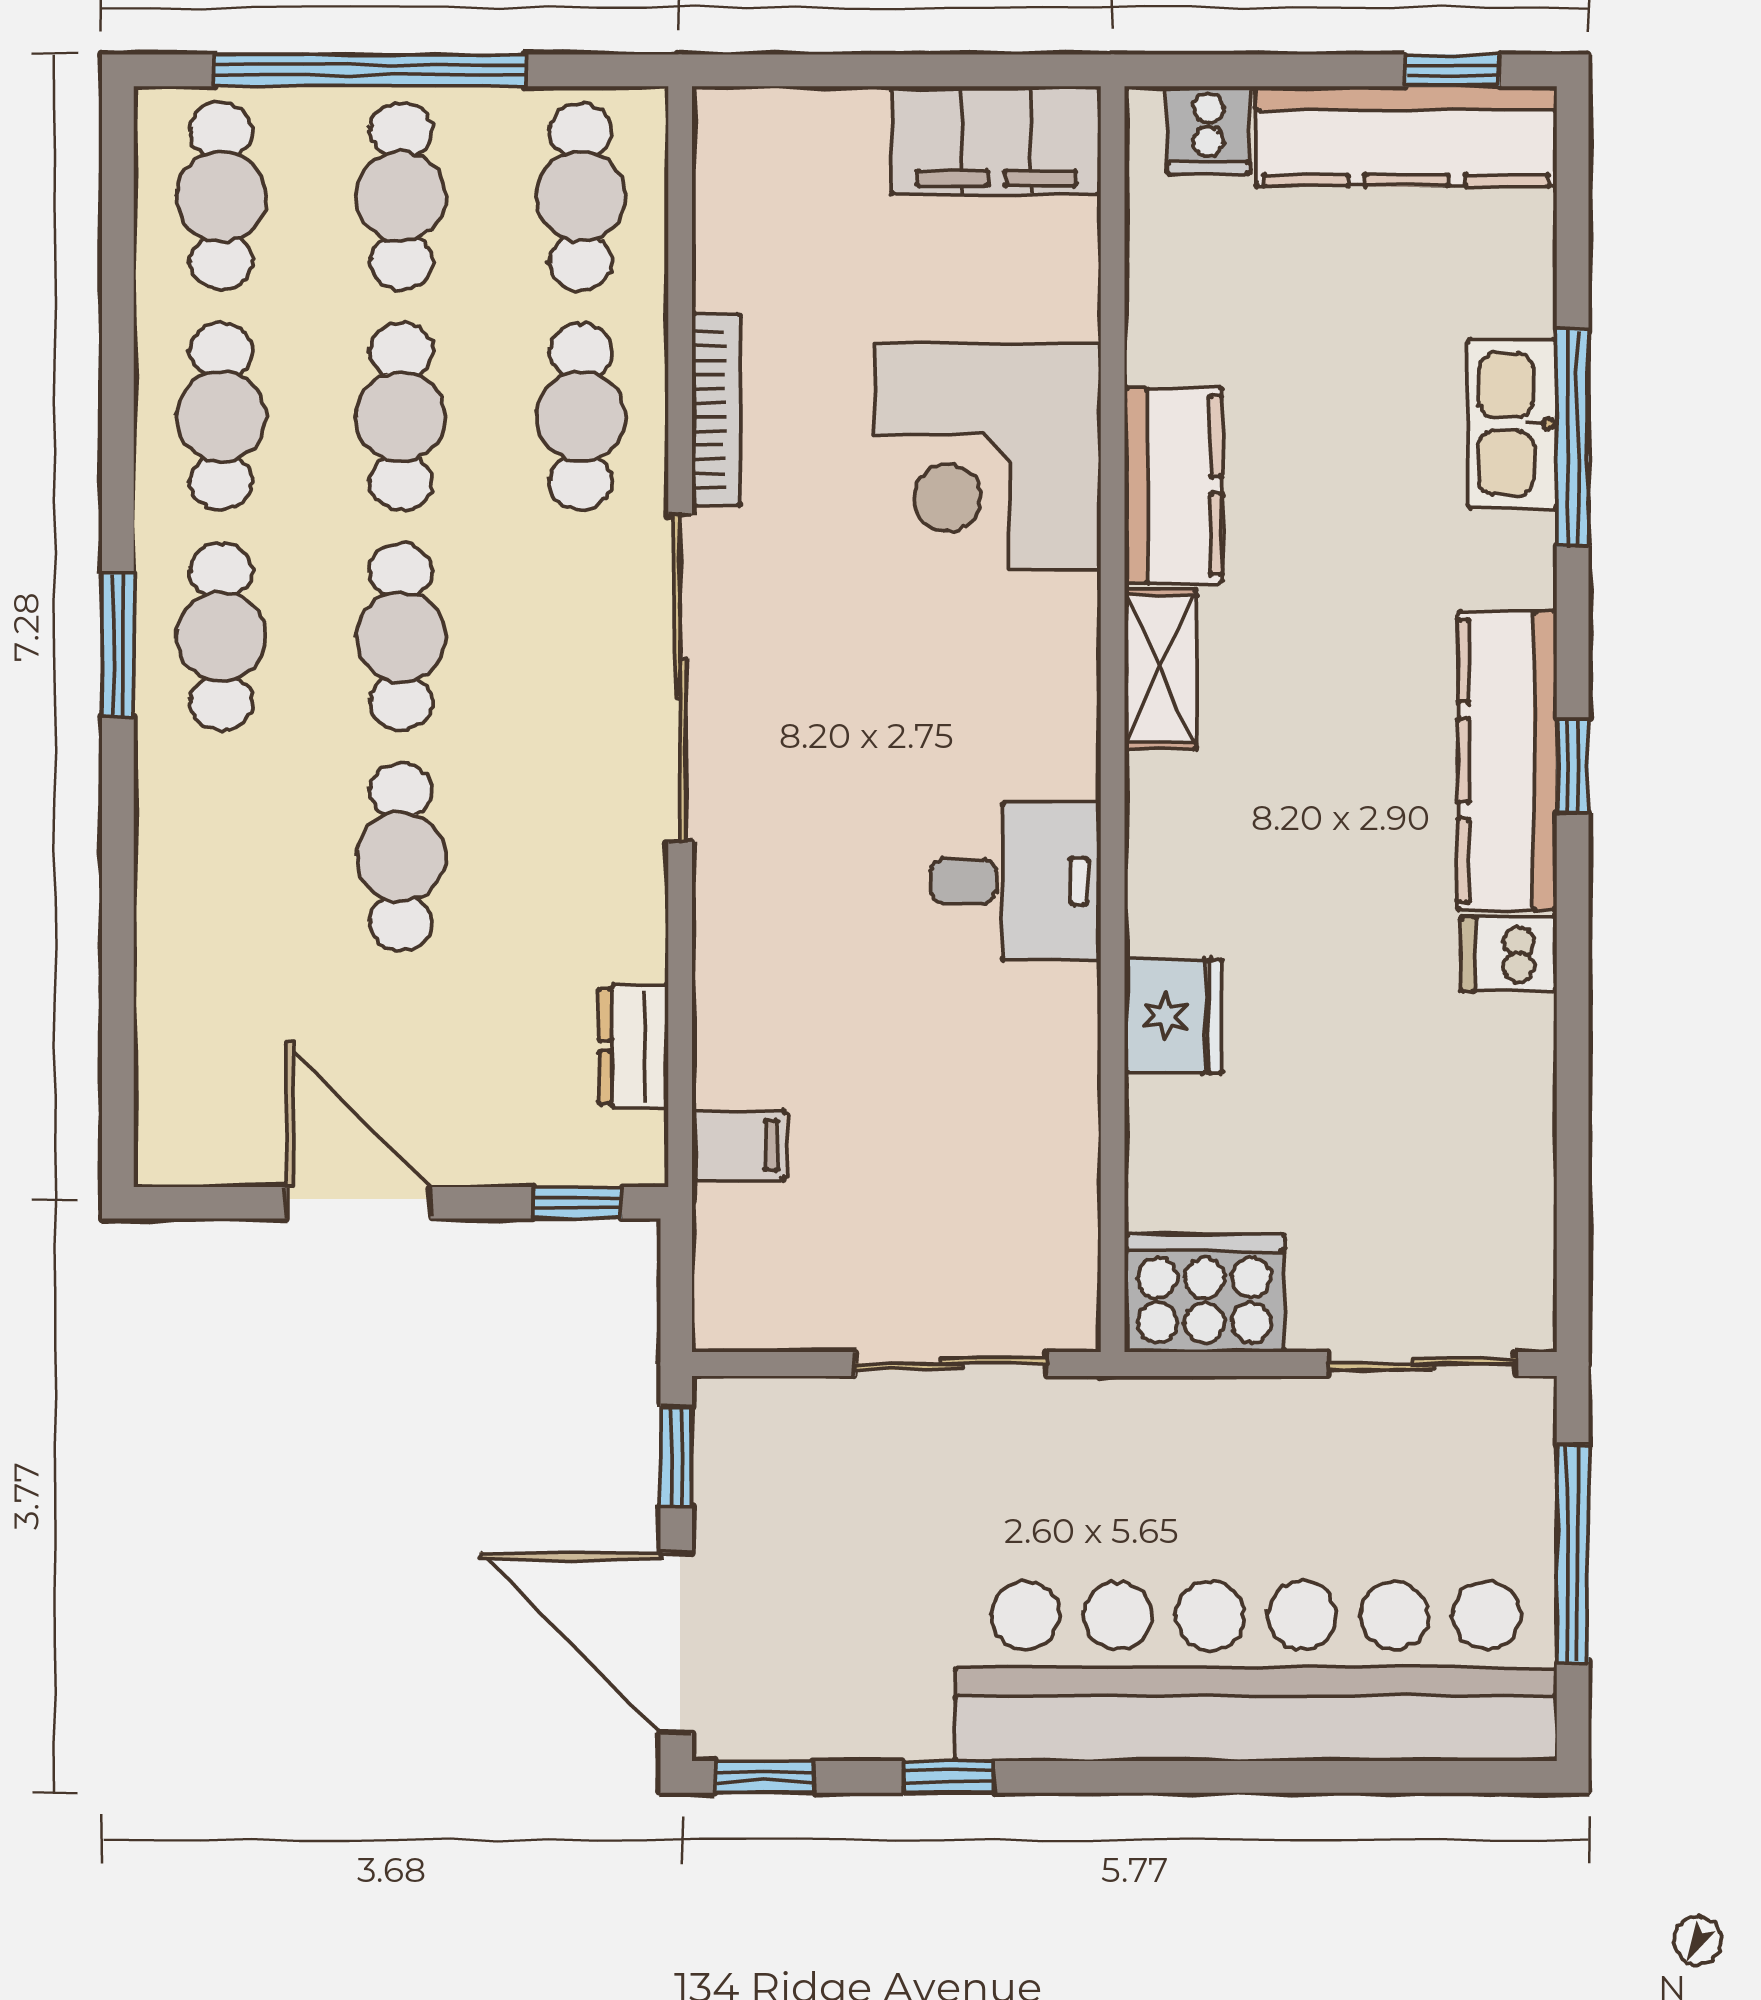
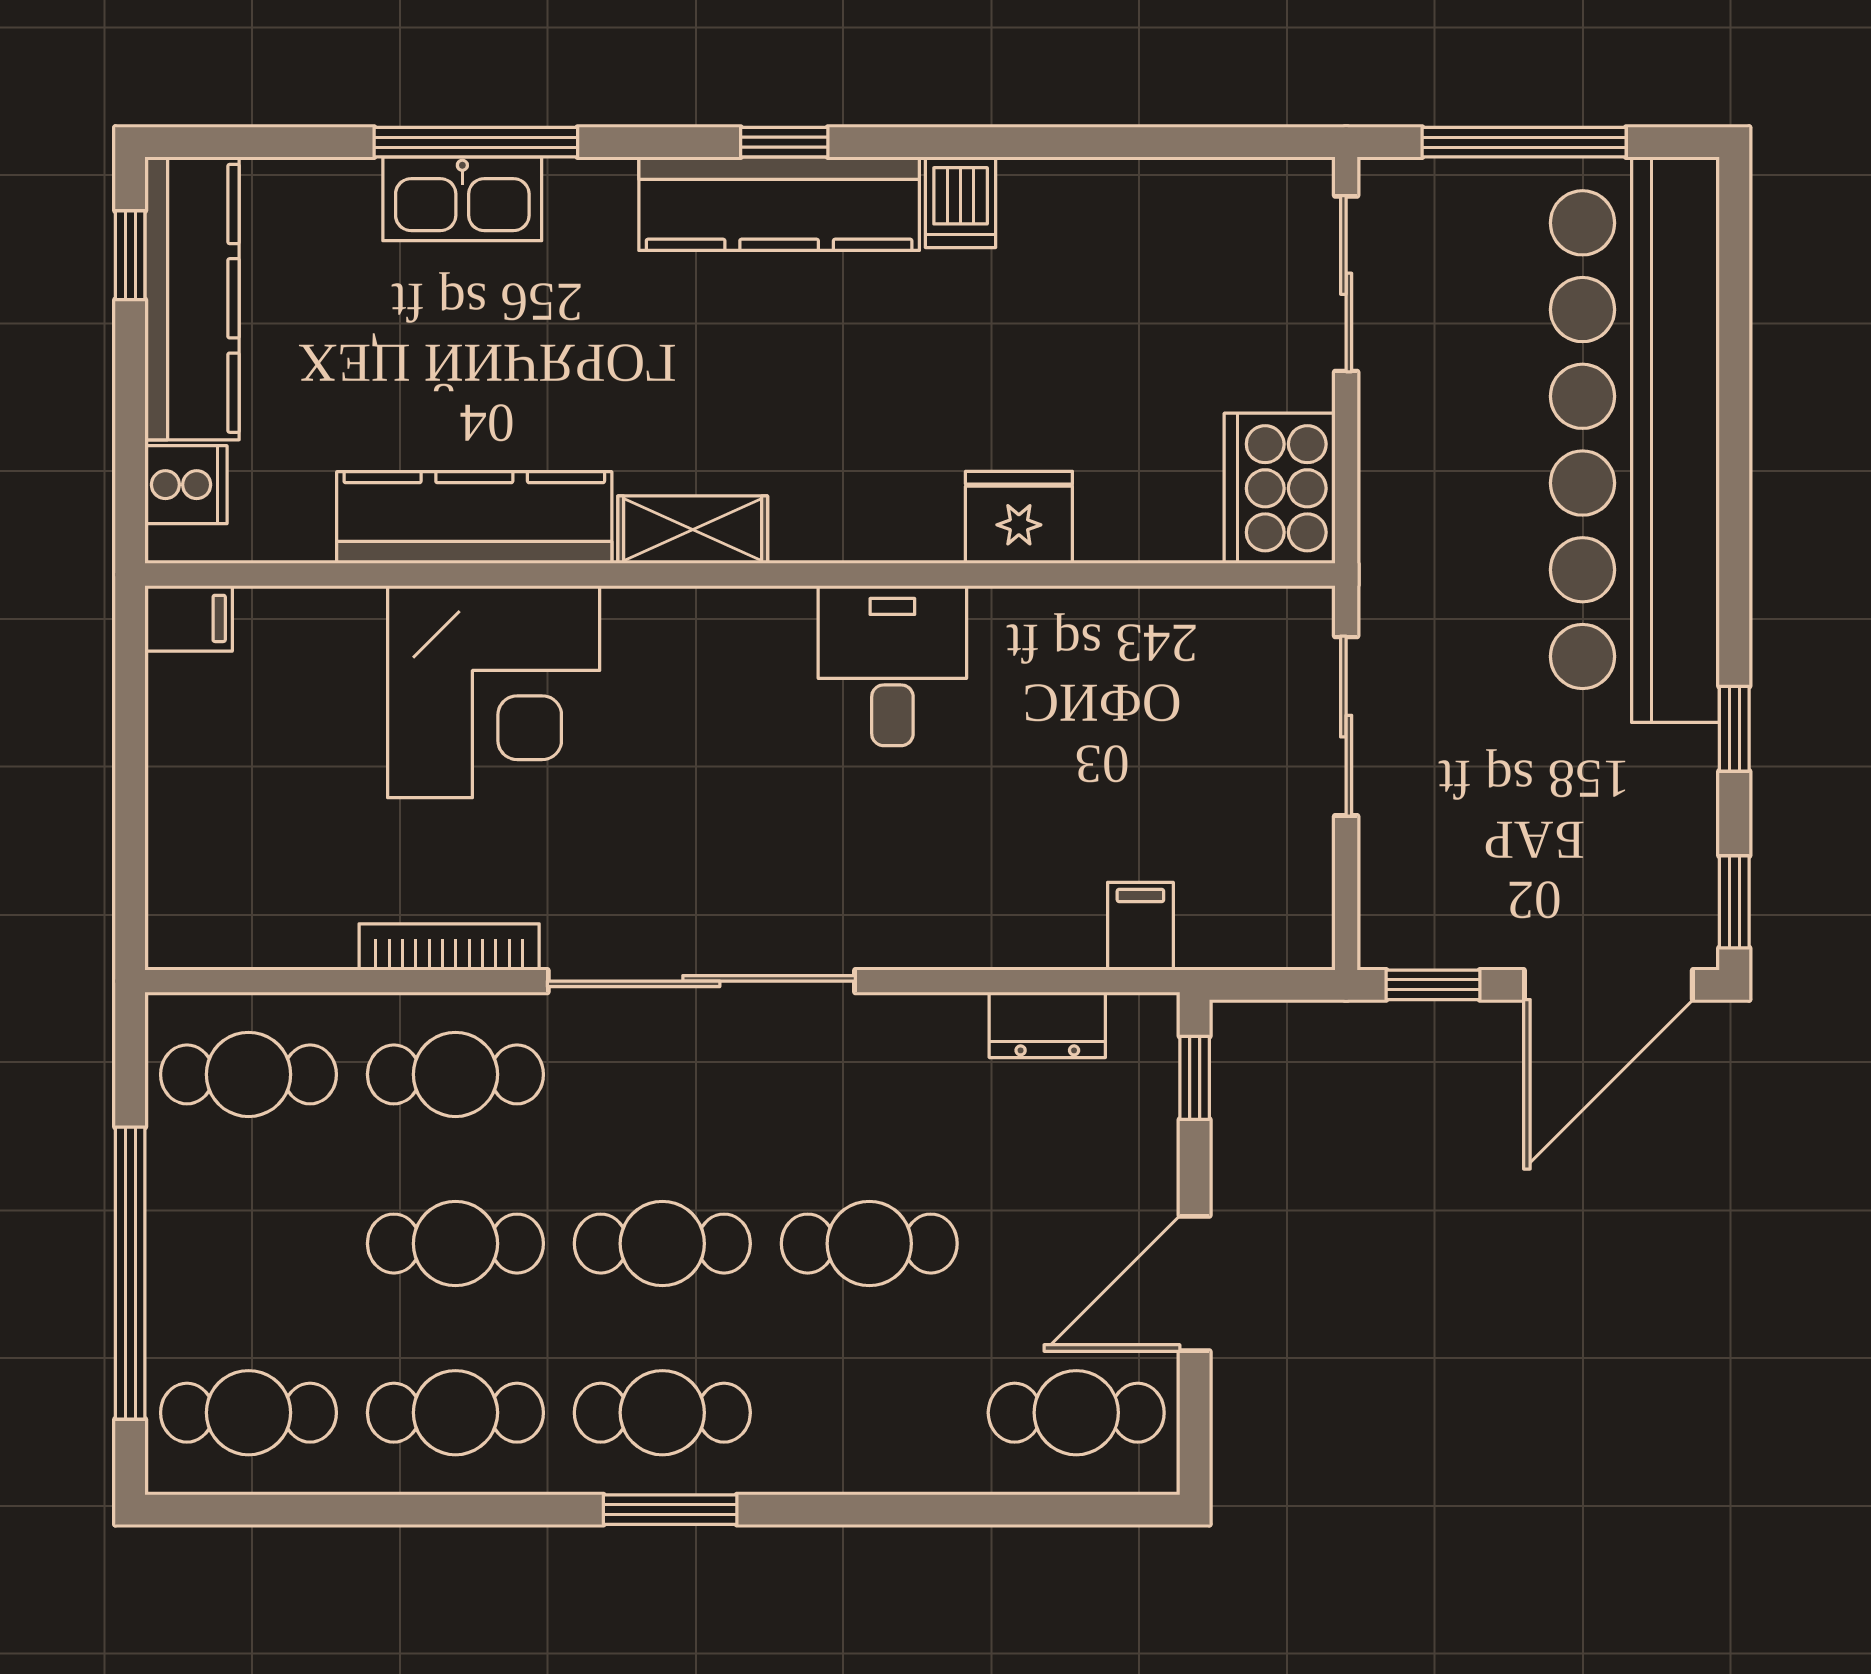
filing cabinet: (996, 140) -> (189, 618), width x0.33, depth x0.86
cafe table: (401, 196) -> (1076, 1413), moved
kitchen counter: (1173, 485) -> (474, 518), width x1.50

